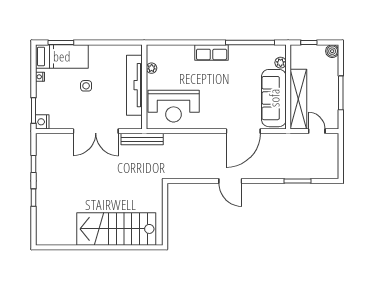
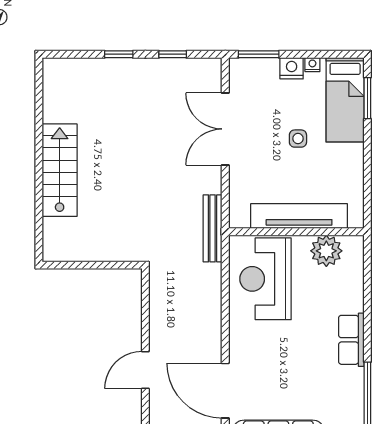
plant: (152, 68) -> (326, 251), width x1.87, depth x1.87
nightstand: (42, 122) -> (292, 68), moved
double door: (96, 131) -> (225, 129), moved
stairs: (116, 229) -> (60, 170), width x0.73, depth x0.66

